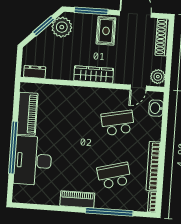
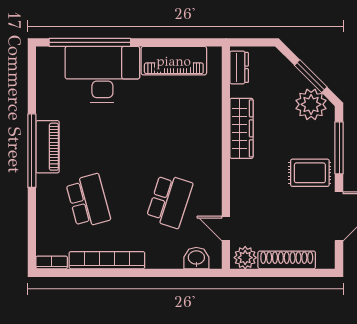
shoe rack: (162, 37) -> (287, 260), moved
wardrobe: (94, 74) -> (241, 128), moved
school desk: (118, 123) -> (170, 201), turned 30
window: (13, 147) -> (90, 42), moved
window: (109, 212) -> (32, 151), moved

